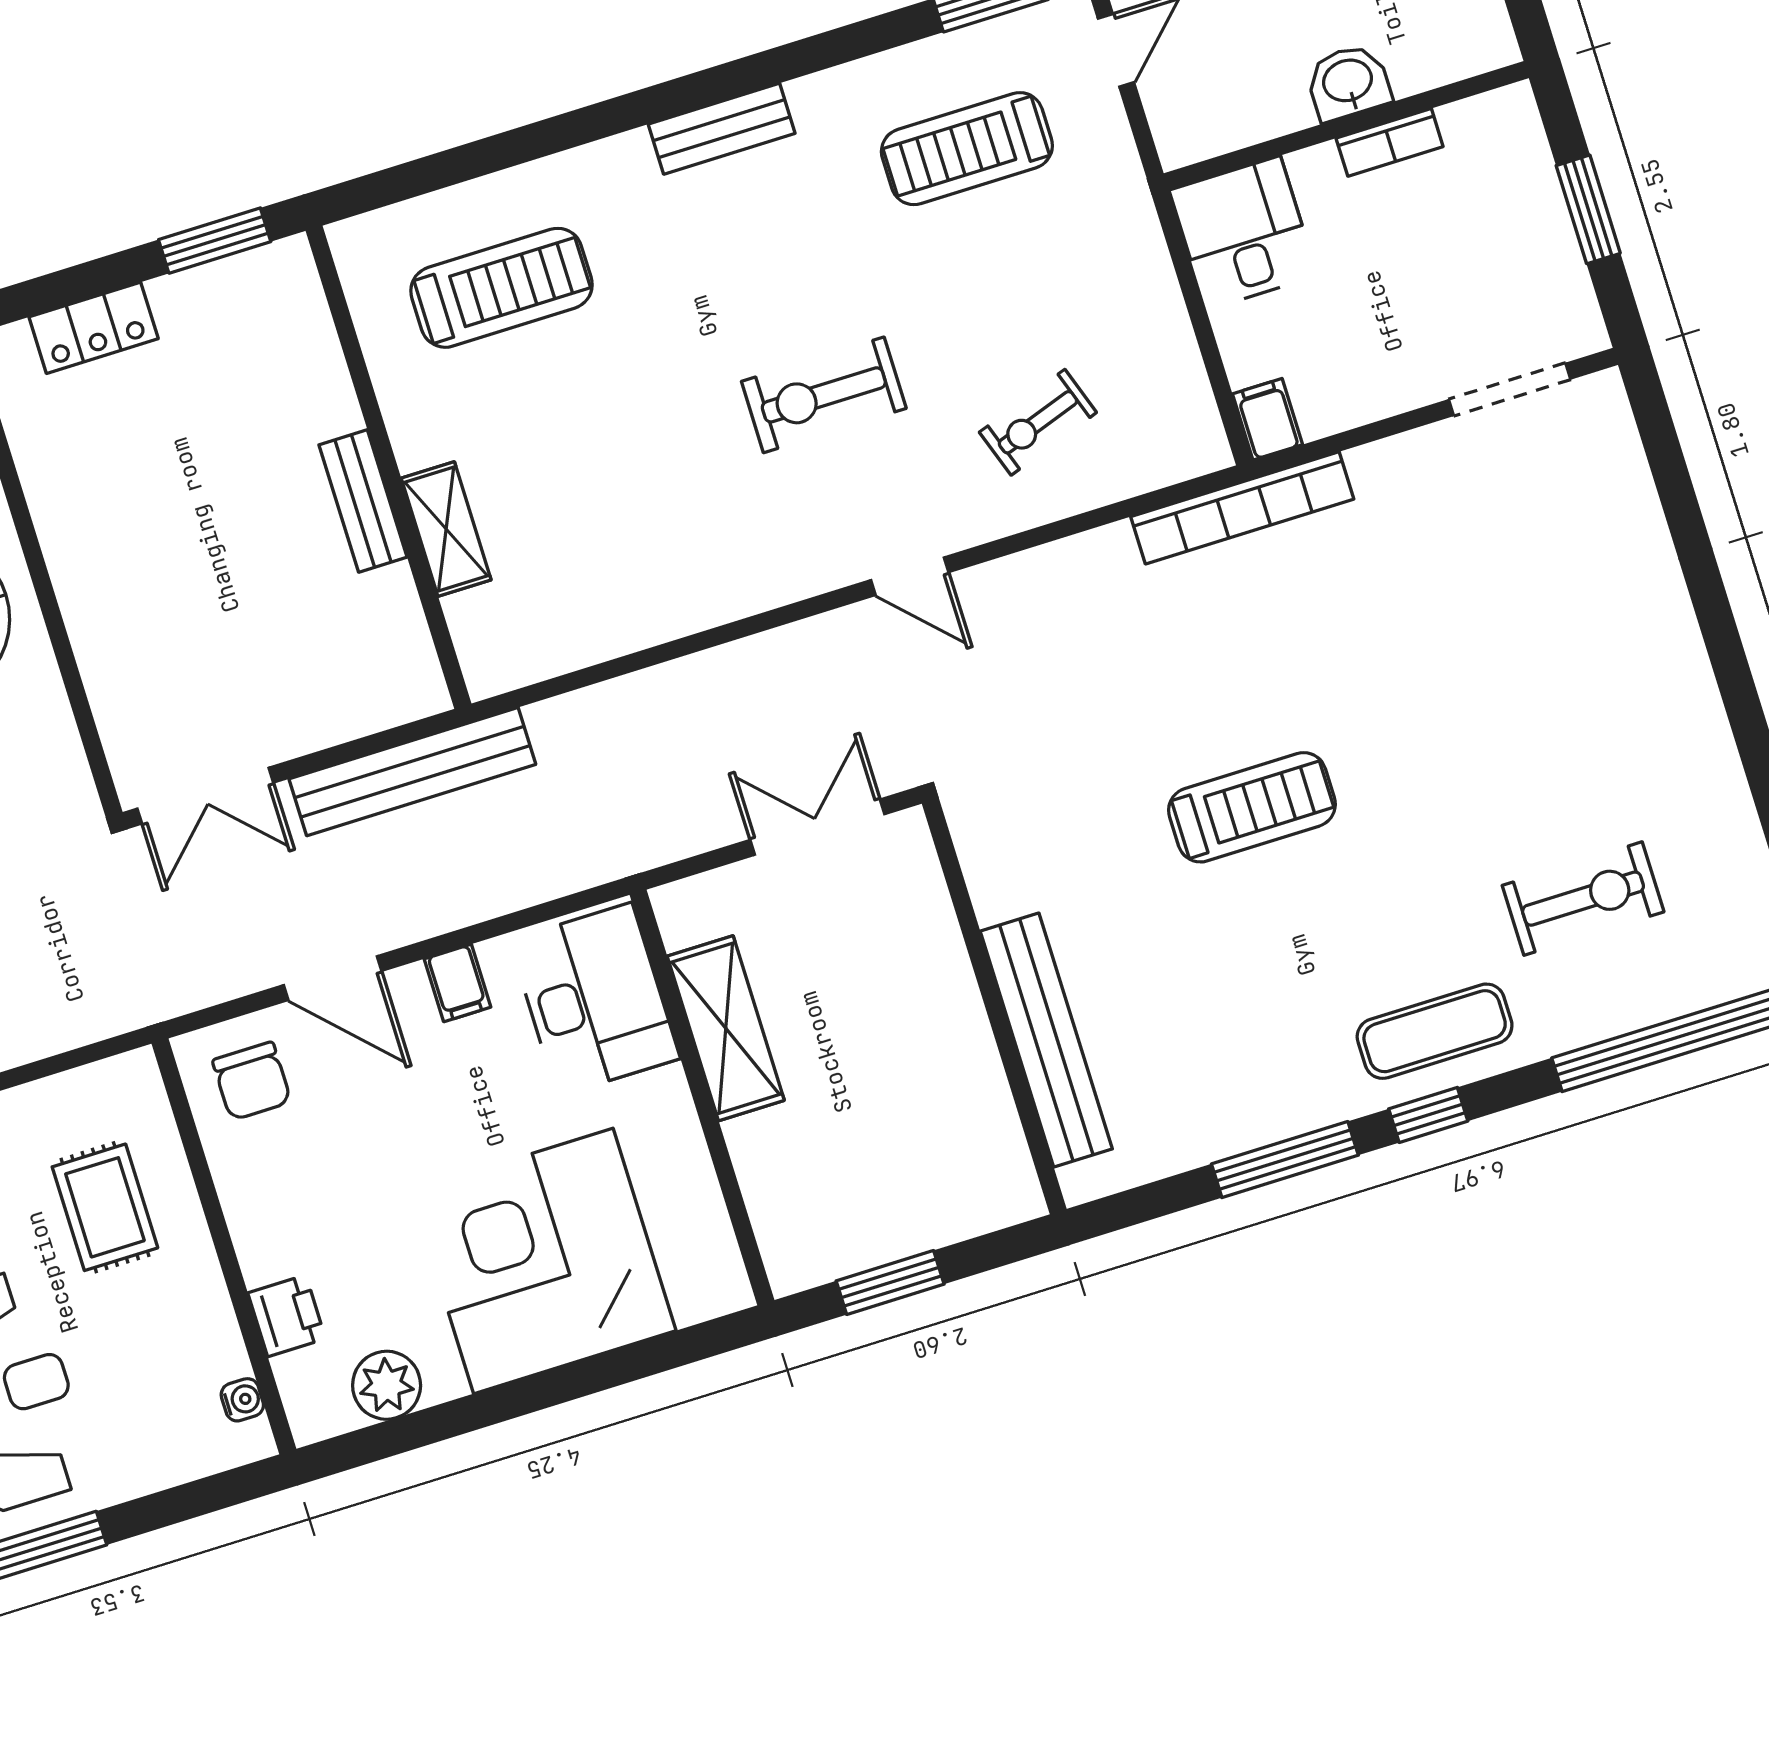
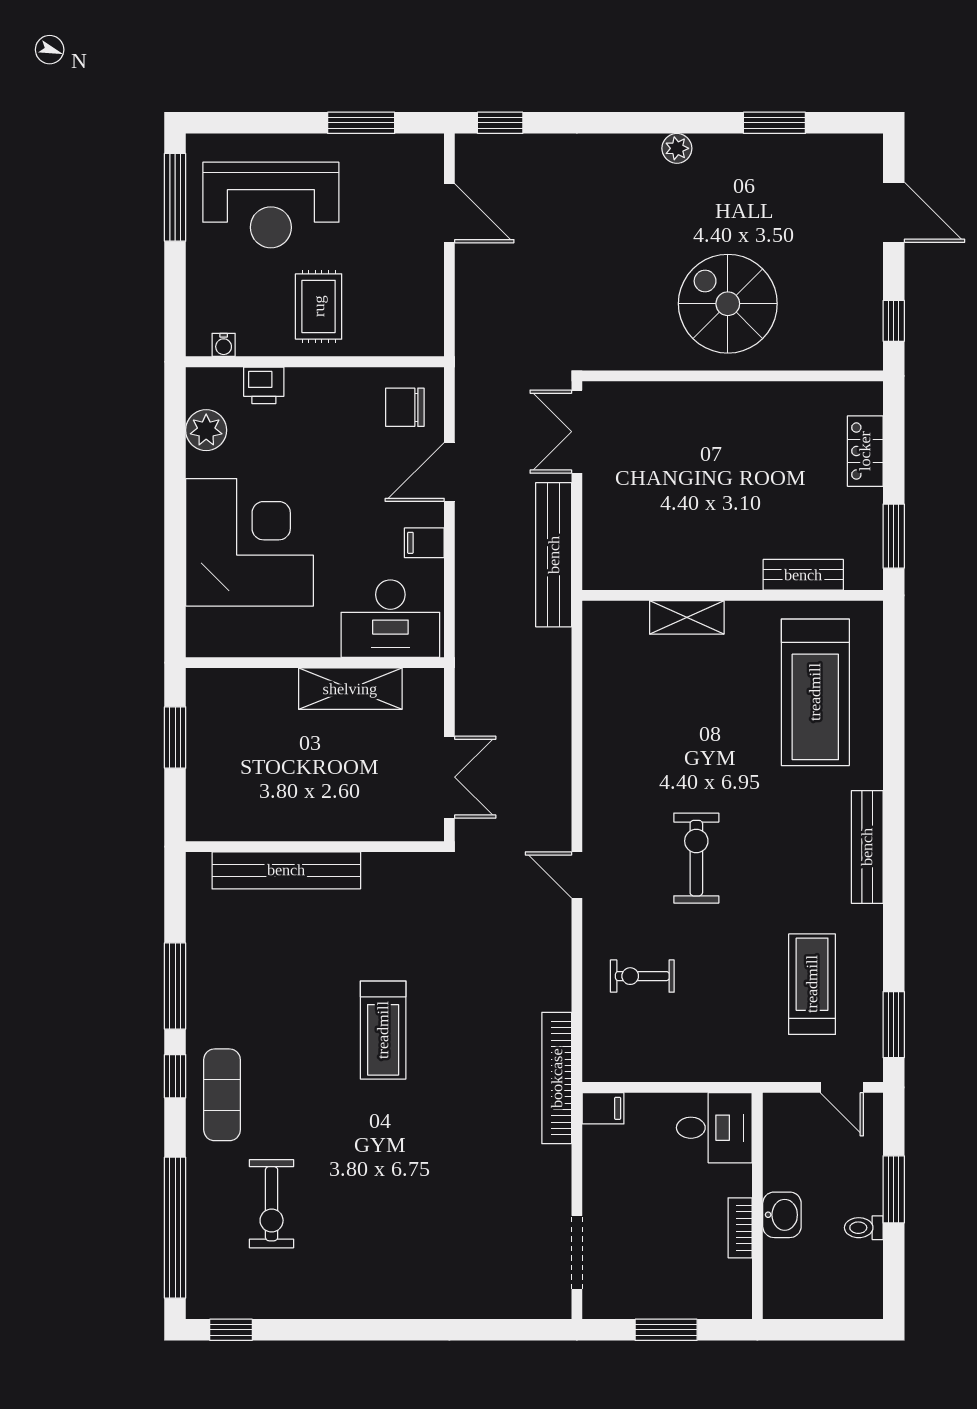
bench: (722, 129) -> (867, 847), width x1.36
treadmill: (501, 288) -> (815, 692), width x1.37, depth x1.38
exercise bike: (1038, 422) -> (642, 976), turned -71
bench: (363, 501) -> (803, 575), moved
door: (910, 576) -> (577, 875), hinge flipped
rug: (105, 1207) -> (319, 306), moved, turned 90

